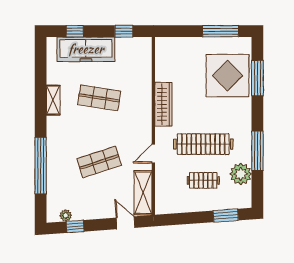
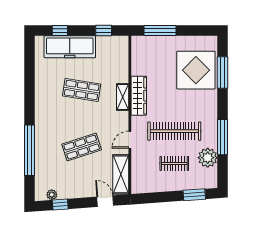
window: (221, 31) -> (160, 31), moved
shelving: (53, 100) -> (123, 97), moved

